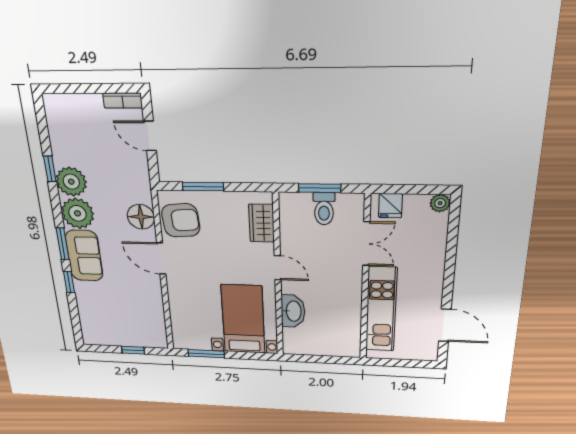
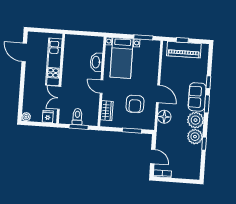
armchair: (181, 220) -> (135, 104), moved, turned -85
piano: (127, 335) -> (184, 50), added

